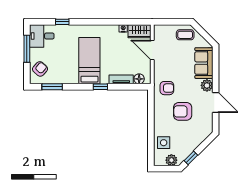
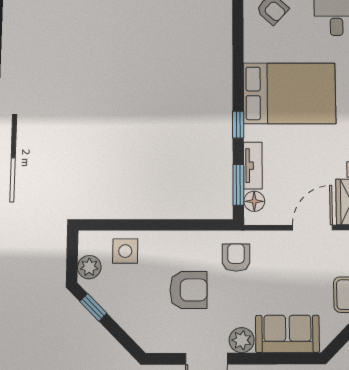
bed: (89, 61) -> (289, 93), width x1.50
window: (52, 87) -> (238, 185), moved
armchair: (167, 88) -> (236, 258), turned 180
armchair: (183, 111) -> (189, 290), turned 90

